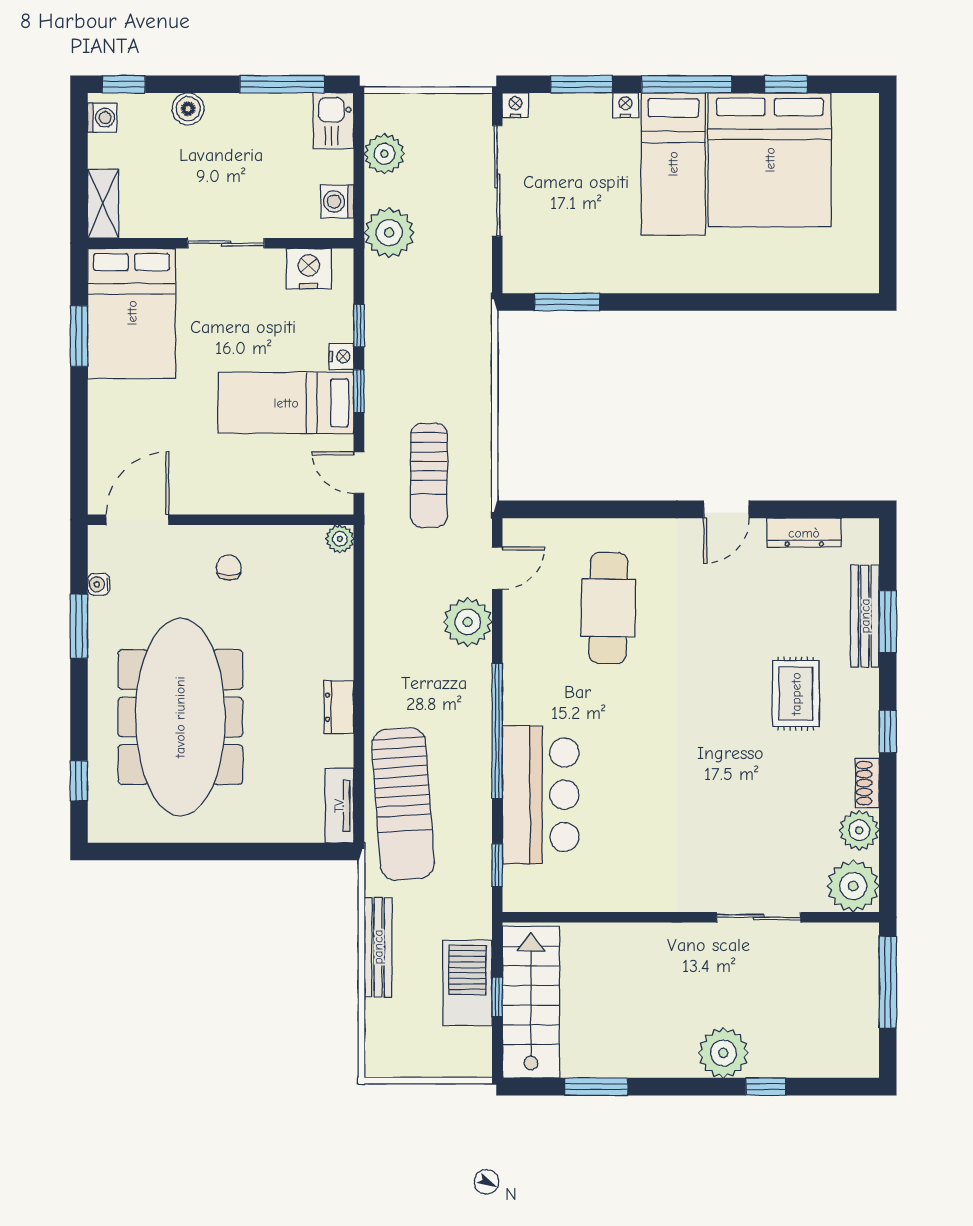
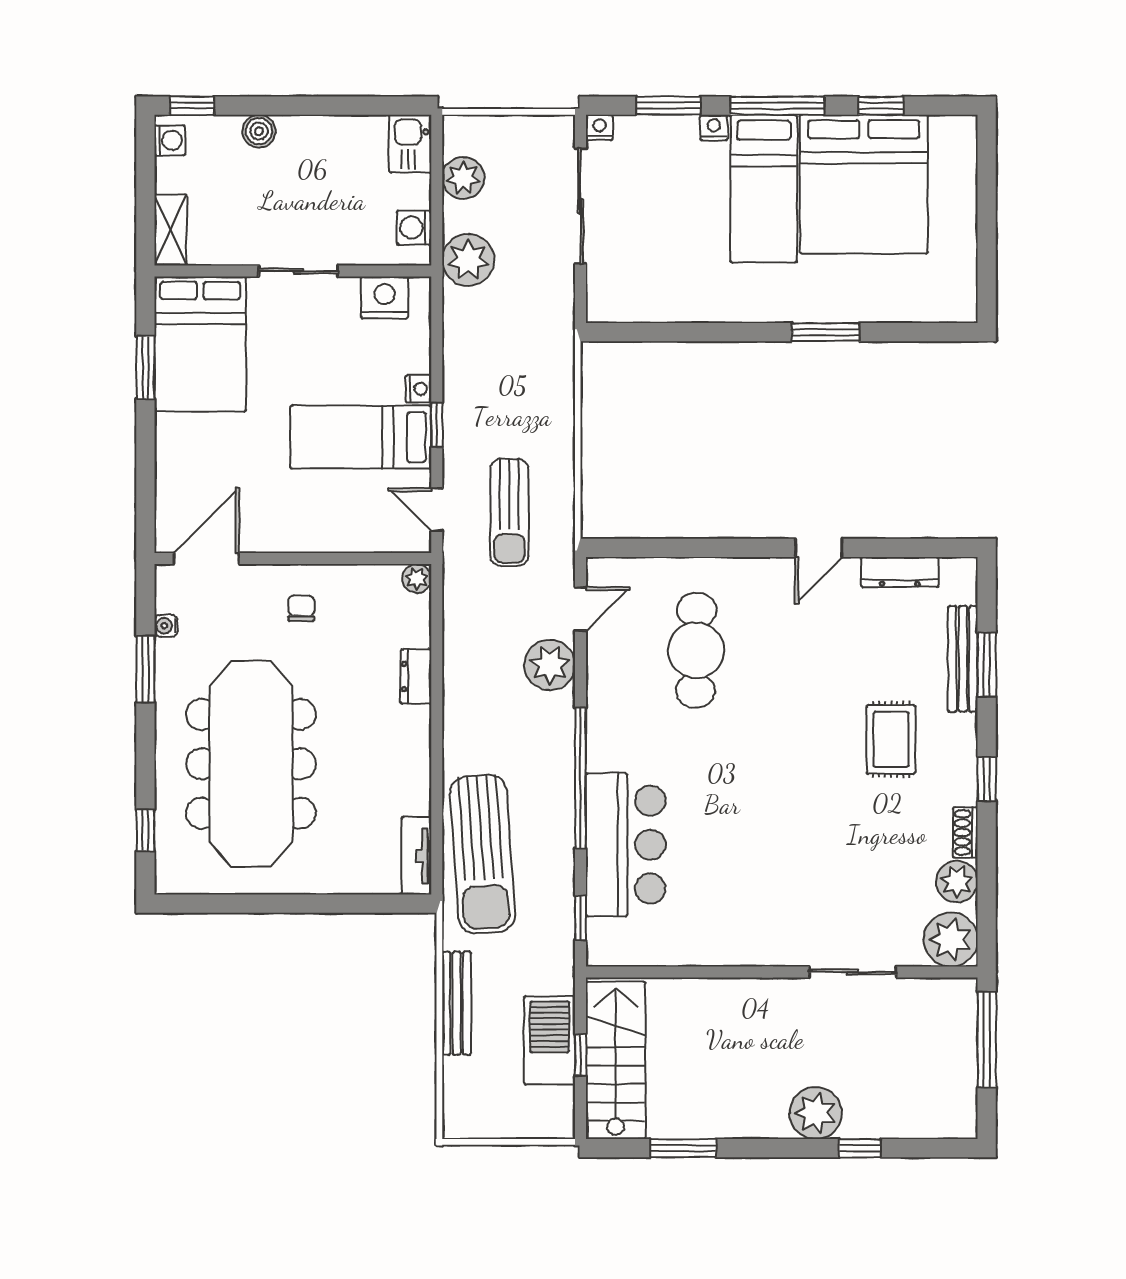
window: (282, 84) -> (357, 106), removed
window: (567, 302) -> (826, 332), moved
window: (359, 326) -> (437, 357), removed
dresser: (339, 707) -> (416, 676), moved

